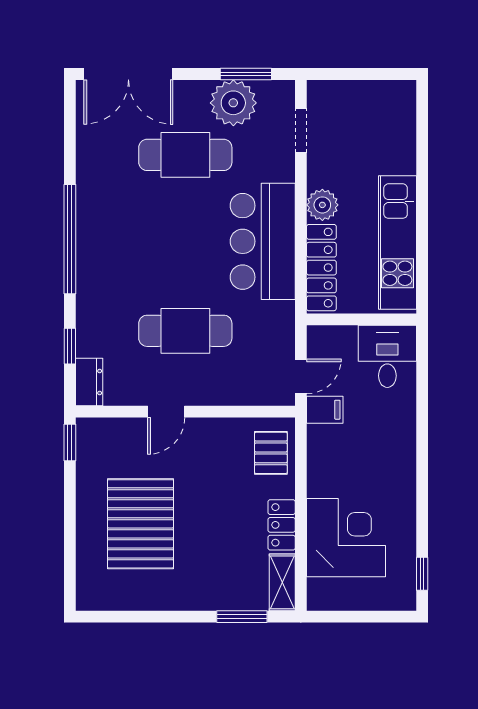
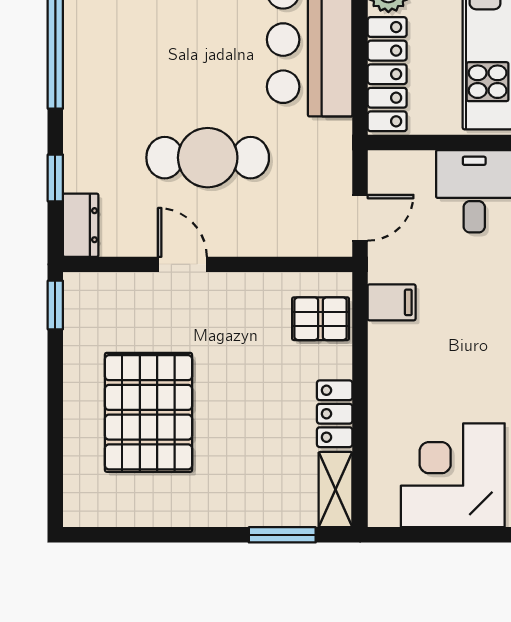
filing cabinet: (325, 410) -> (392, 302), moved
door: (166, 412) -> (182, 264), swing flipped
pallet: (271, 453) -> (321, 319), turned 90
corner desk: (346, 538) -> (453, 475), moved, turned -90

